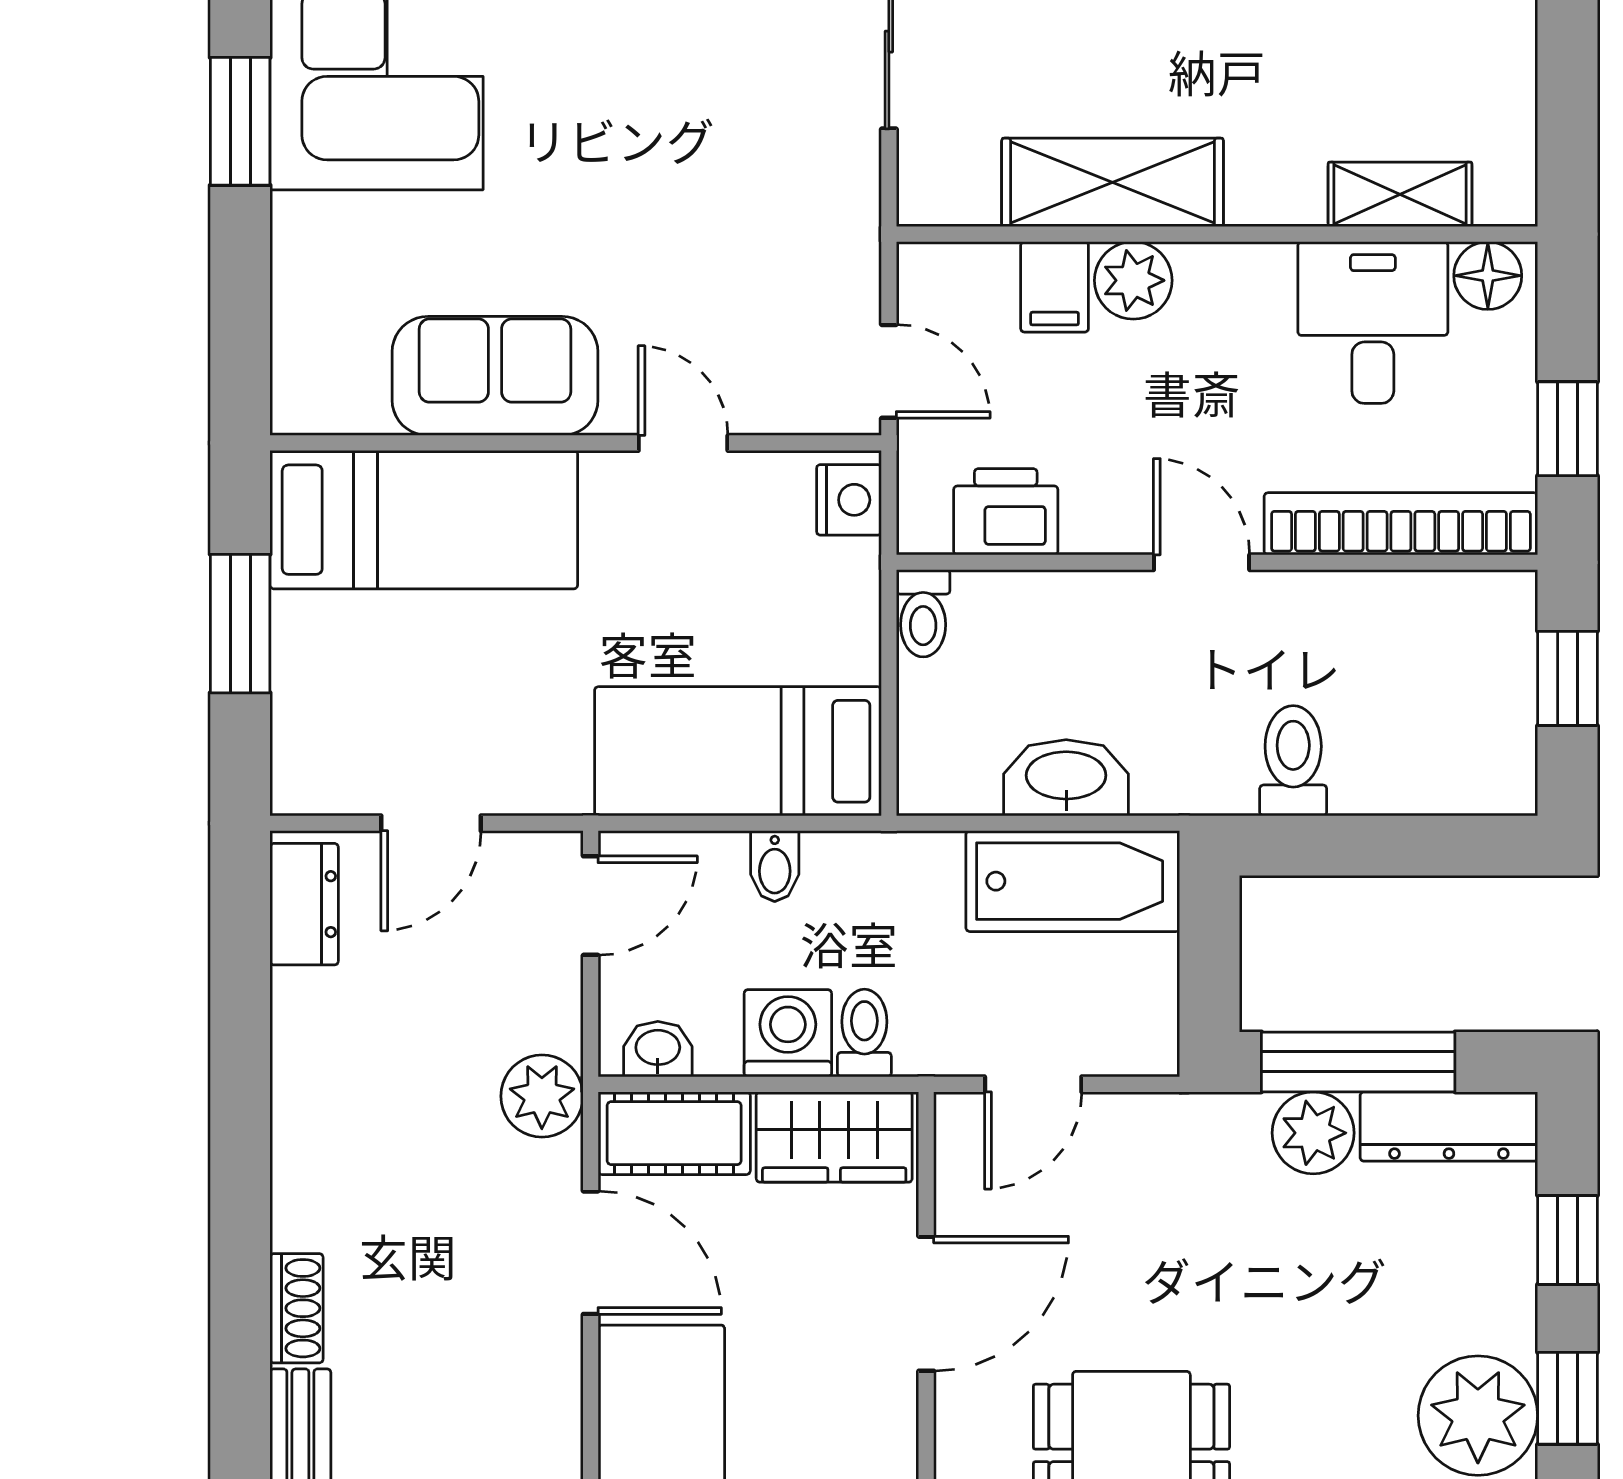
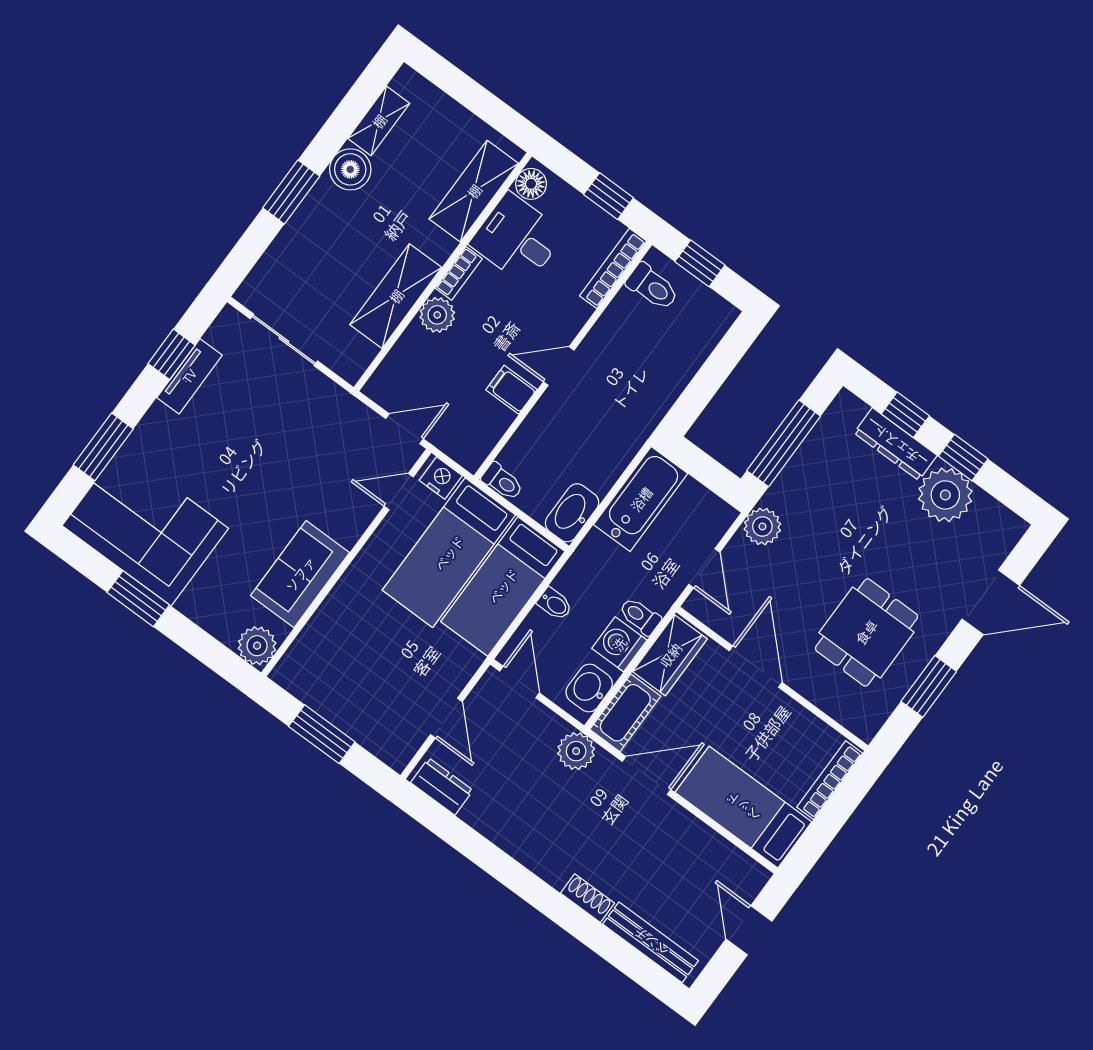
shelving: (1400, 194) -> (474, 191), width x1.50, depth x1.33
bookcase: (1235, 264) -> (459, 273), added
filing cabinet: (1055, 287) -> (511, 390), moved, turned 180
plant: (312, 393) -> (257, 646), added
door: (683, 443) -> (399, 492), moved
printer: (1006, 512) -> (487, 424), removed
bed: (424, 520) -> (449, 553), moved, turned 180
bookcase: (1401, 524) -> (613, 268), width x0.68, depth x0.76
toilet: (1293, 761) -> (652, 287), moved, turned 180
washbasin: (1066, 778) -> (572, 513), moved
washbasin: (658, 1049) -> (589, 688), width x1.38, depth x1.45
dresser: (1449, 1126) -> (896, 444), moved, turned 90
plant: (1313, 1133) -> (762, 526), moved

